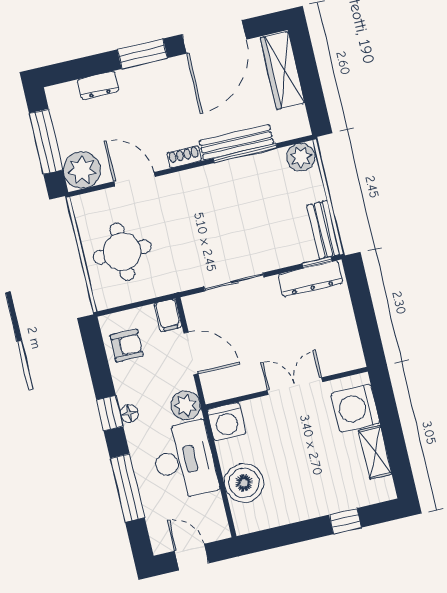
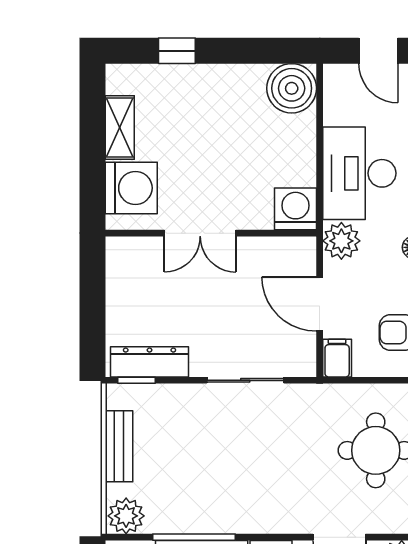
bench: (324, 230) -> (119, 446), moved
boiler: (244, 483) -> (292, 88), moved

